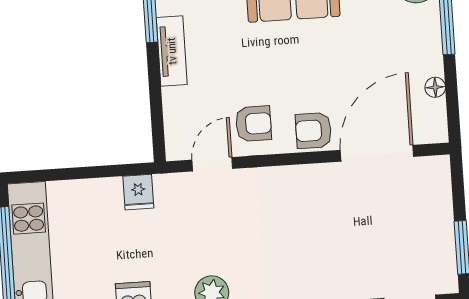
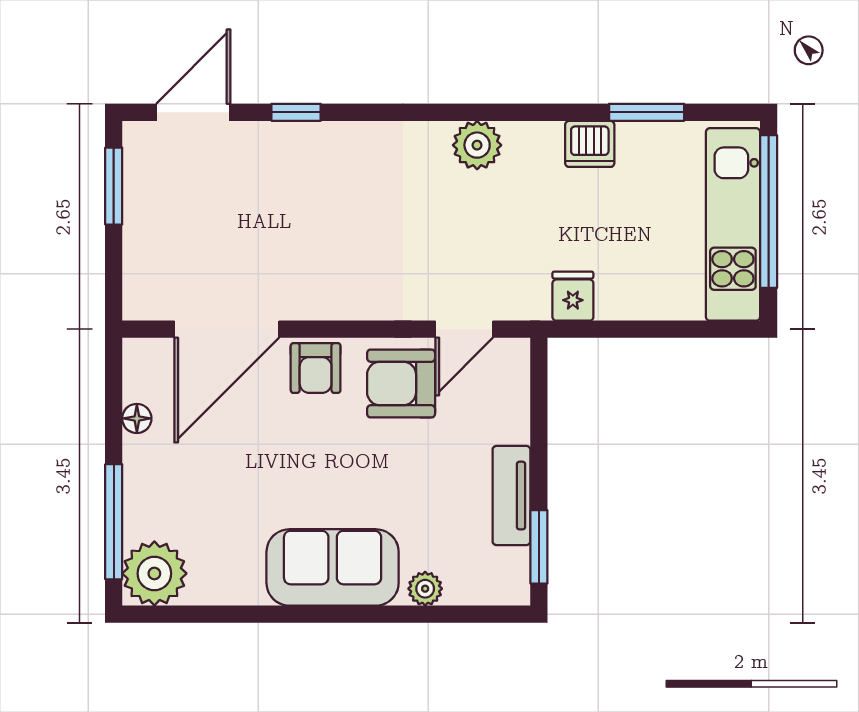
armchair: (253, 124) -> (401, 384), width x1.38, depth x1.38
armchair: (313, 130) -> (316, 368), turned 90

